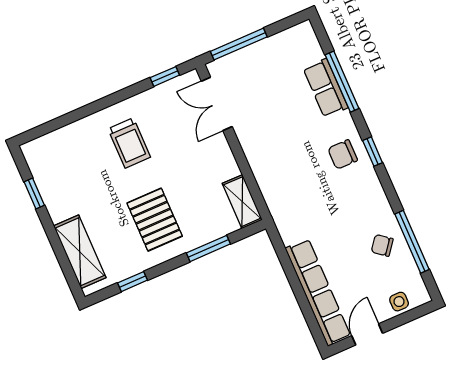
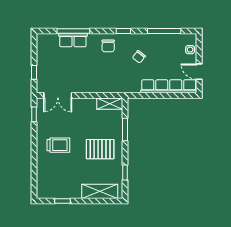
window: (239, 44) -> (34, 72), width x0.46
window: (373, 152) -> (123, 31), moved
chair: (382, 245) -> (139, 57), moved

